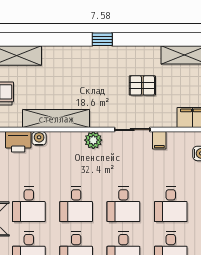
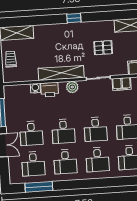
shelving: (56, 119) -> (61, 73), moved
filing cabinet: (159, 140) -> (122, 84), width x2.00
printer: (18, 142) -> (50, 90), moved

